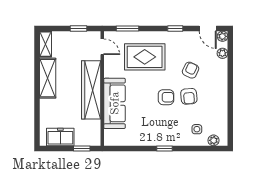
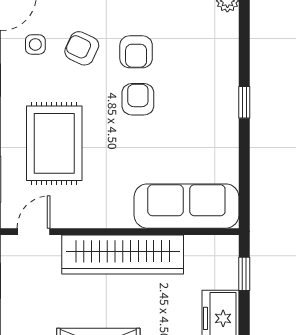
armchair: (189, 96) -> (136, 52), turned 95
sofa: (115, 103) -> (186, 206), moved
side table: (197, 129) -> (35, 44), moved

